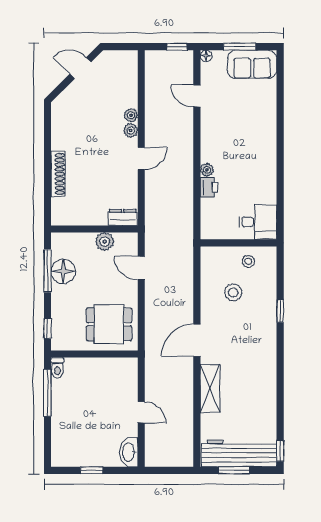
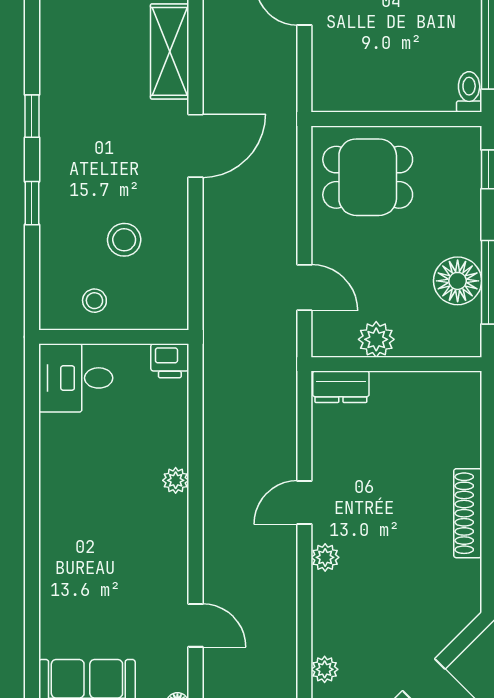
plant: (131, 115) -> (325, 669), moved
shoe rack: (58, 174) -> (468, 513), moved
printer: (209, 187) -> (170, 361), moved, turned -90
window: (280, 355) -> (32, 116), added

